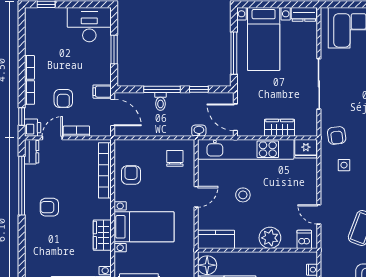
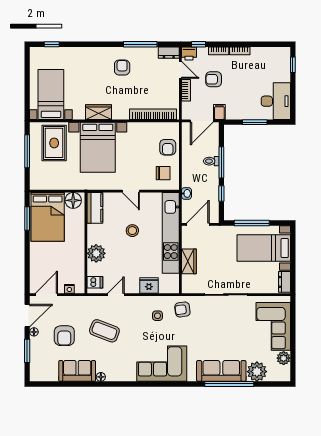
fridge: (306, 149) -> (149, 285), moved, turned 90
armchair: (131, 175) -> (168, 147), moved, turned 90
window: (22, 186) -> (140, 44), width x0.68
bed with nightstands: (144, 227) -> (98, 147), width x1.36

